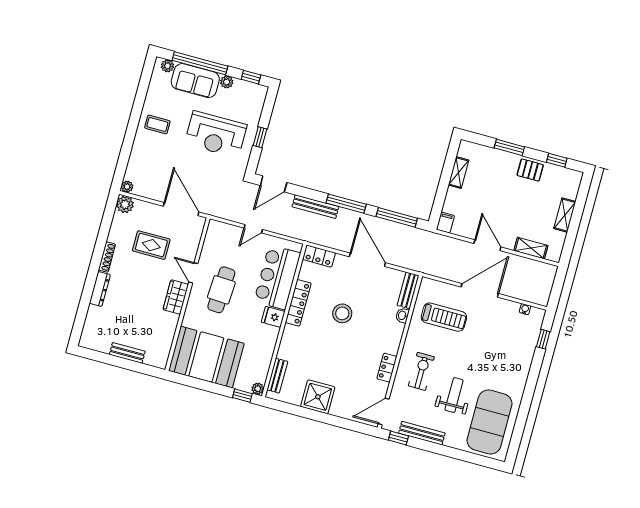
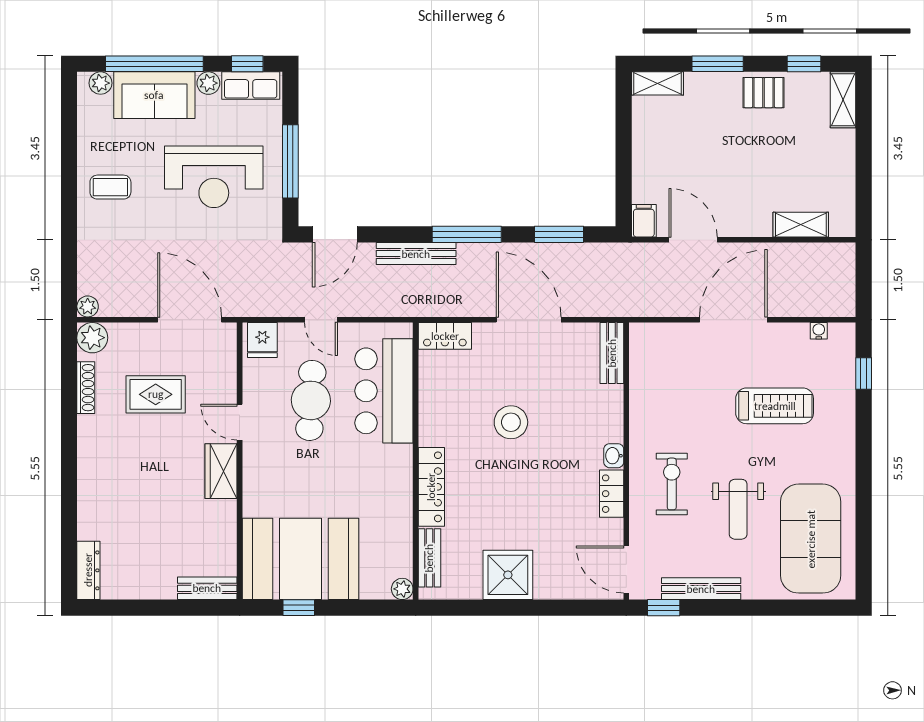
row of seats: (250, 90) -> (251, 86), added
window: (260, 137) -> (290, 161), width x2.17
shelving: (459, 173) -> (658, 83), moved, turned 90
shelving: (565, 215) -> (843, 100), moved
window: (397, 217) -> (559, 234), width x0.69
door: (253, 229) -> (321, 320), hinge flipped
door: (487, 245) -> (693, 240), moved
shoe rack: (107, 257) -> (86, 388), moved
dresser: (100, 289) -> (88, 570), moved
cafe table: (221, 290) -> (311, 400), moved
locker: (298, 303) -> (431, 487), moved
washbasin: (402, 315) -> (614, 456), moved
fridge: (273, 317) -> (262, 340), moved, turned -90
treadmill: (444, 317) -> (775, 406), moved
bench: (127, 353) -> (207, 588), moved
weight bench: (454, 395) -> (738, 509), turned 180
window: (242, 396) -> (299, 608), moved
door: (384, 411) -> (626, 569), hinge flipped

